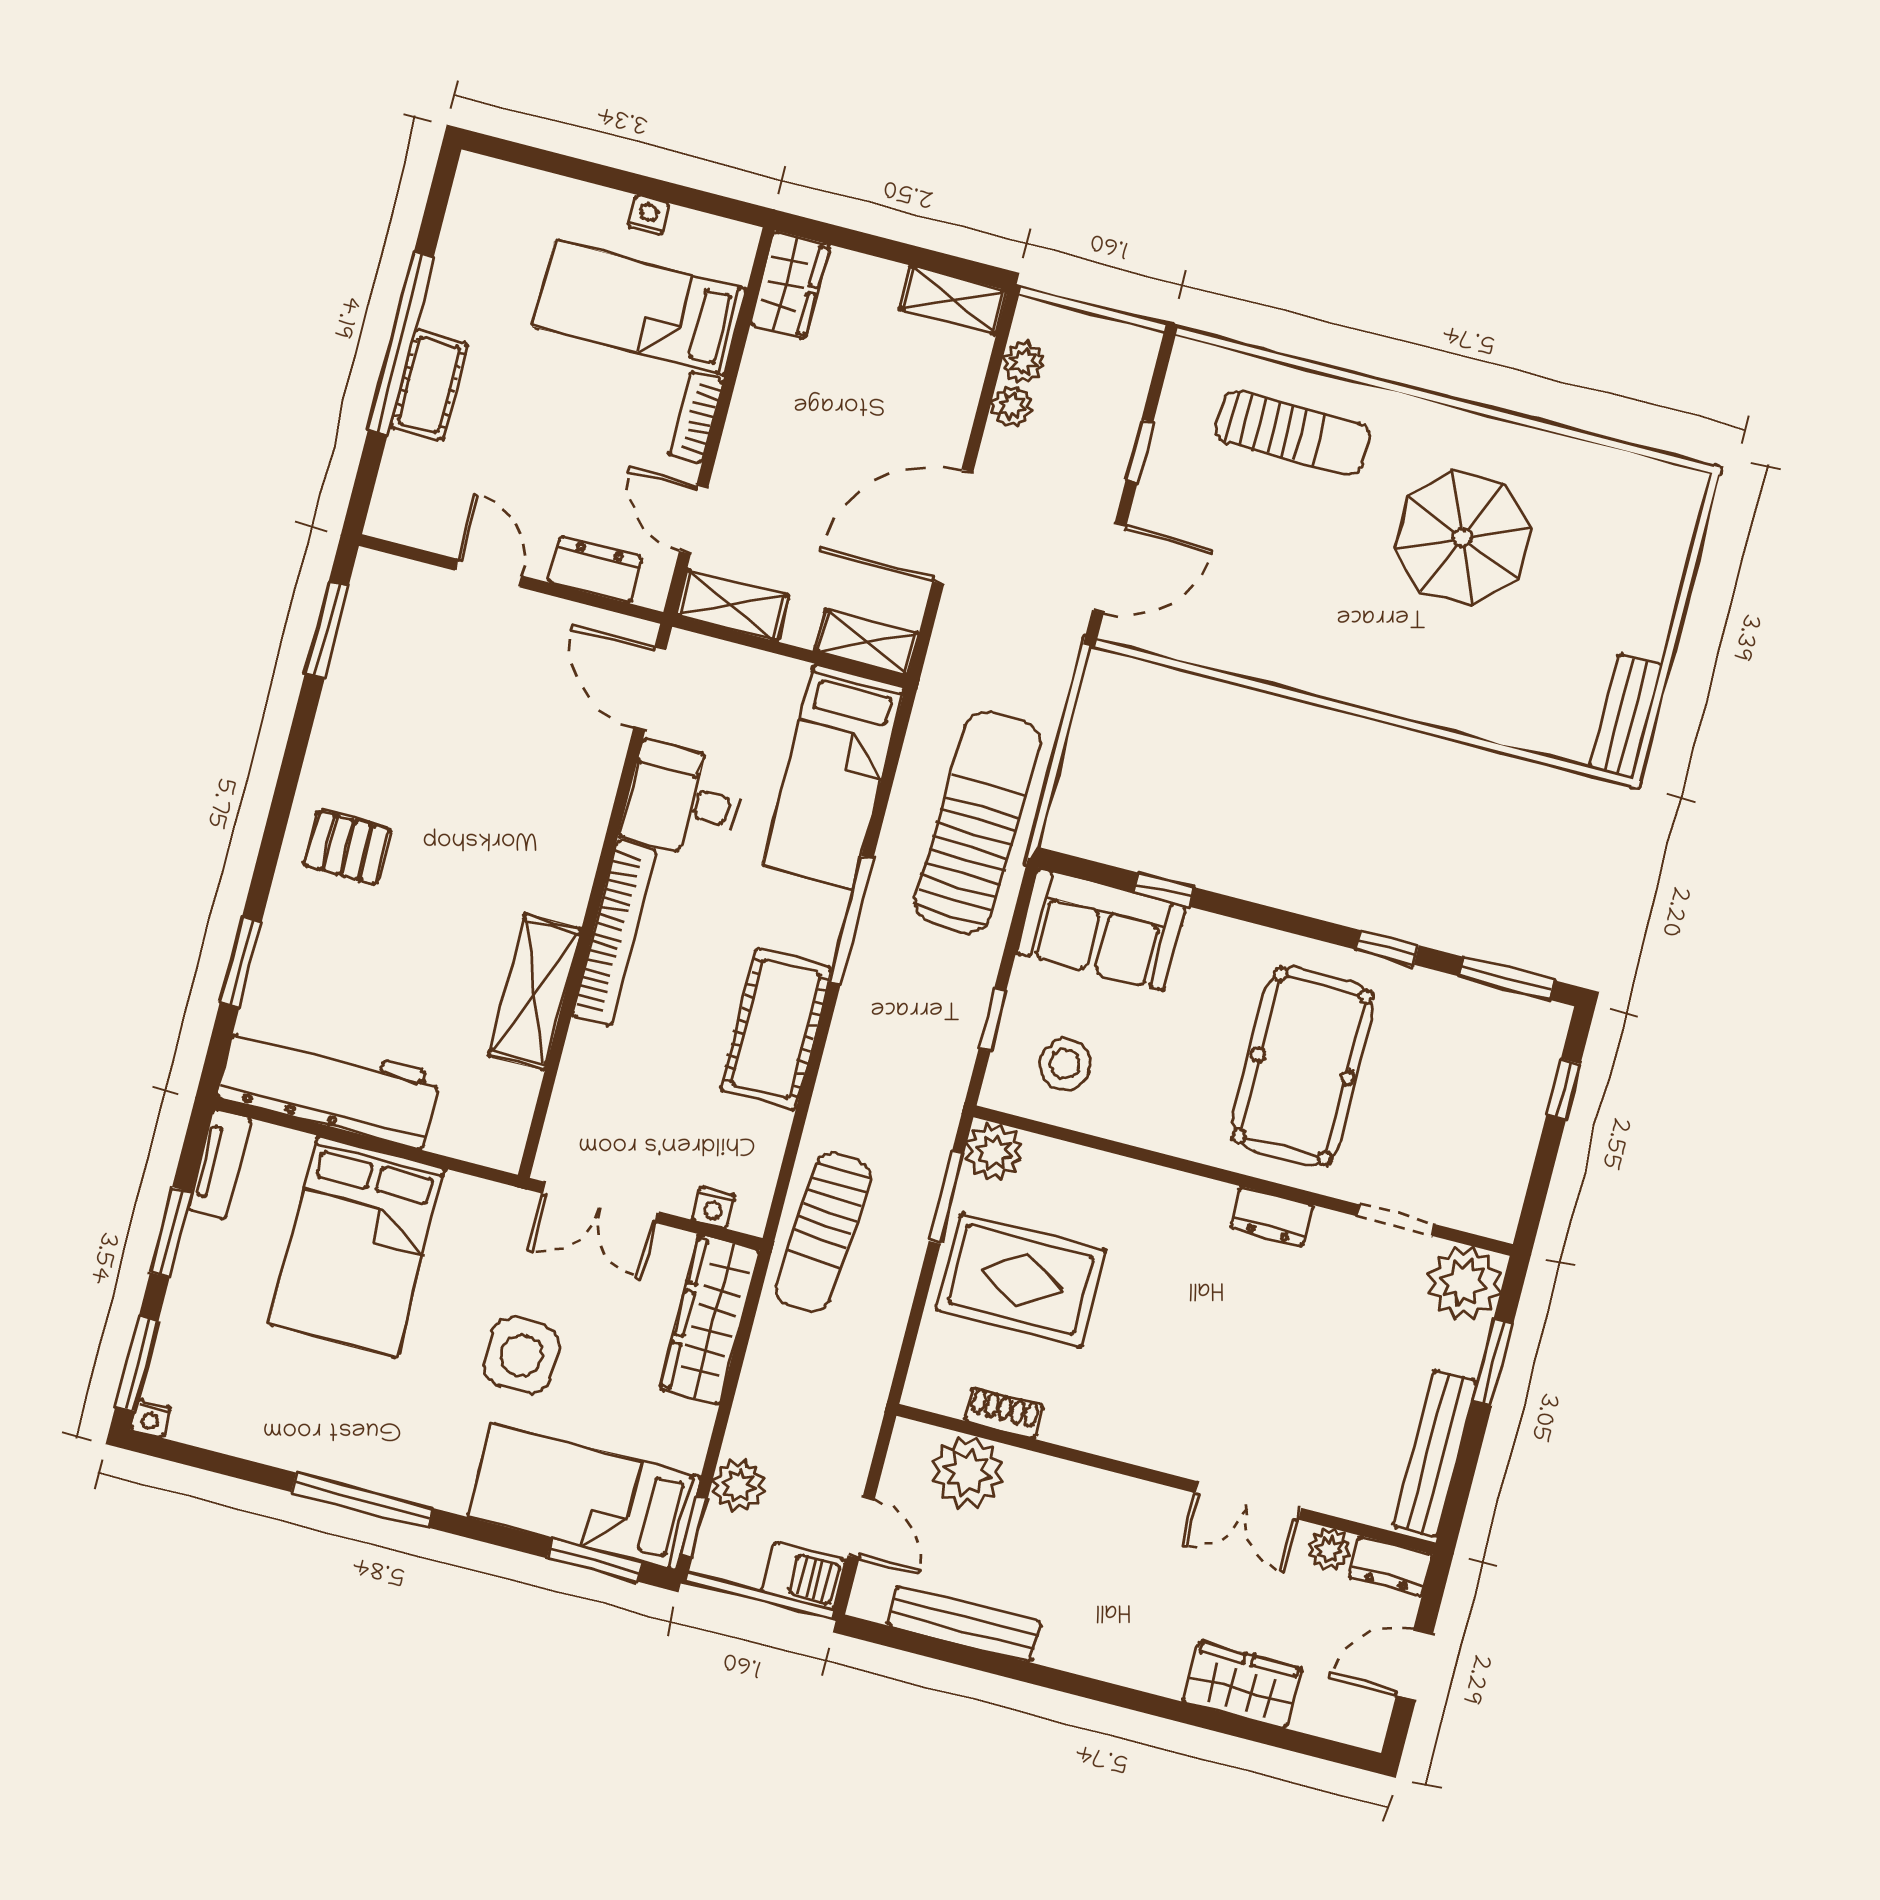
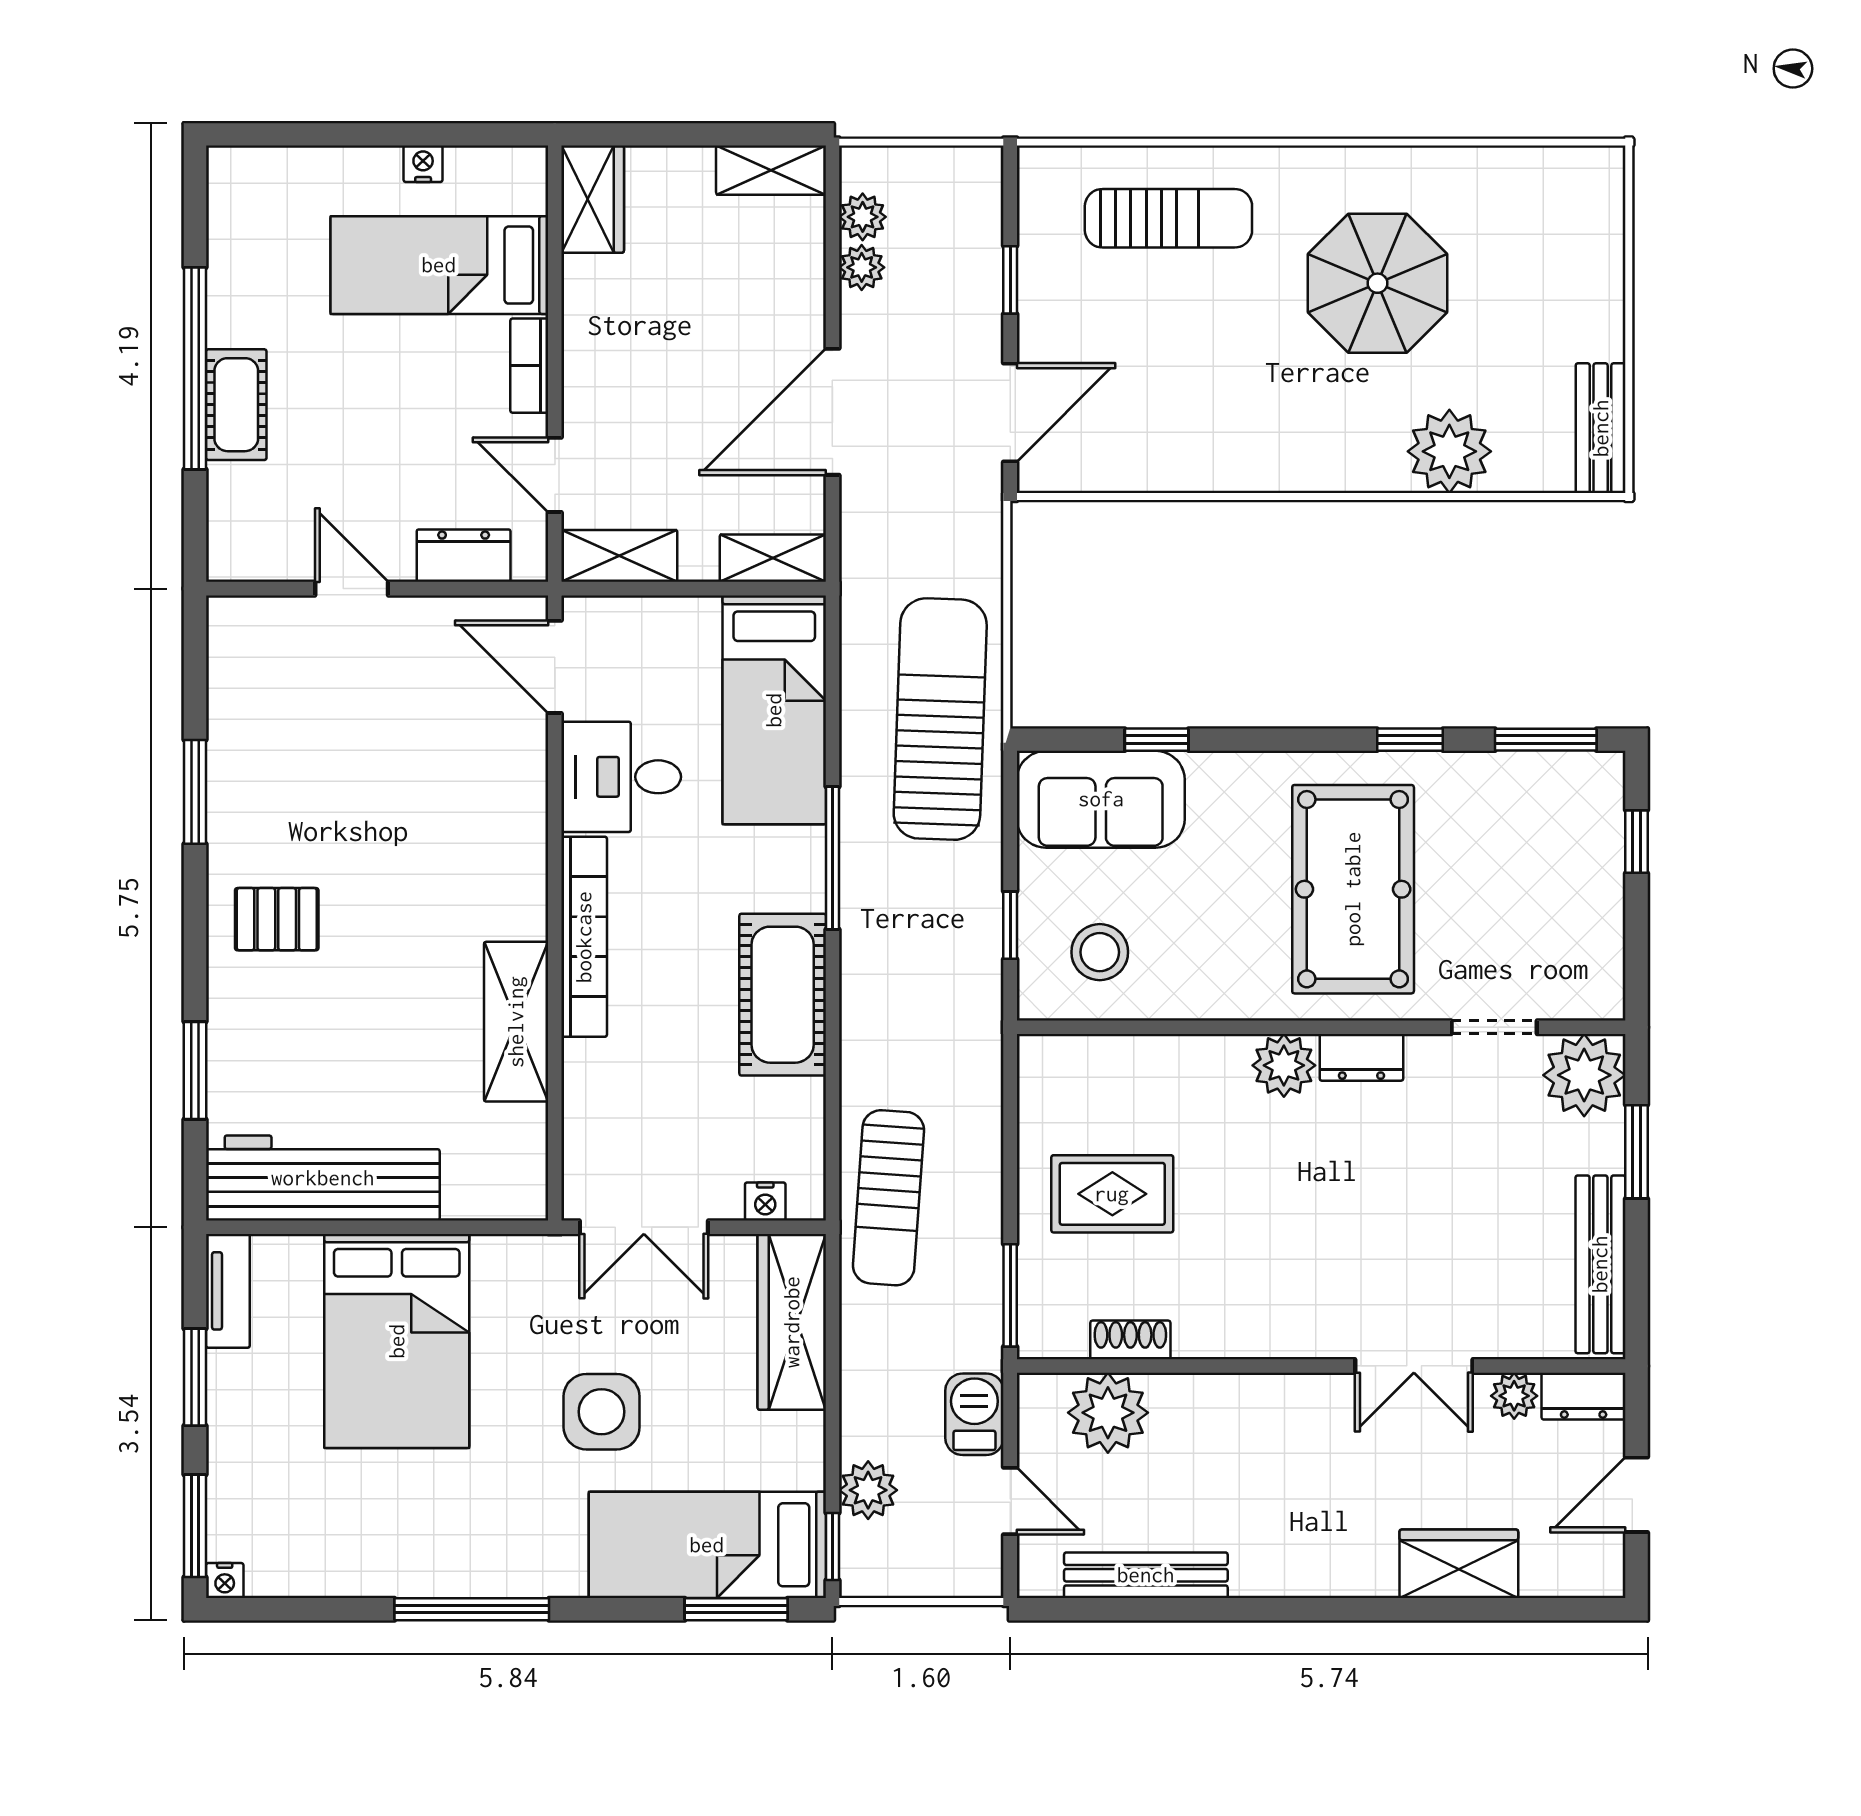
window: (327, 630) -> (195, 792), moved
plant: (1487, 702) -> (1449, 451), added
plant: (994, 1152) -> (1284, 1065), moved
window: (946, 1197) -> (1010, 1295), moved
rug: (1021, 1280) -> (1112, 1194), width x0.73, depth x0.70
barbecue: (804, 1577) -> (974, 1414), moved, turned -90

